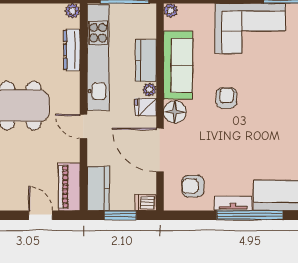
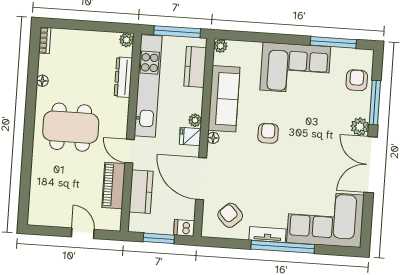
kitchen counter: (146, 60) -> (195, 67), moved
floor lamp: (175, 112) -> (213, 138), width x0.53, depth x0.53
armchair: (193, 186) -> (230, 215), turned 47
piano: (69, 187) -> (114, 185), moved
kitchen counter: (98, 189) -> (141, 192), moved

